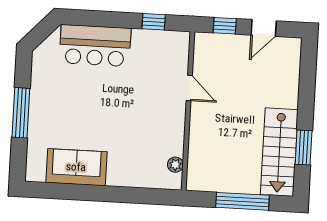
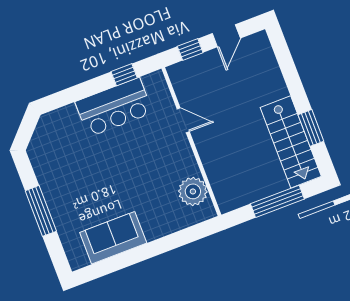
bar counter: (95, 46) -> (114, 107), moved
plant: (175, 165) -> (193, 191), width x1.87, depth x1.87

